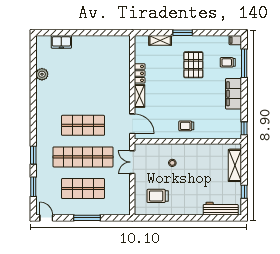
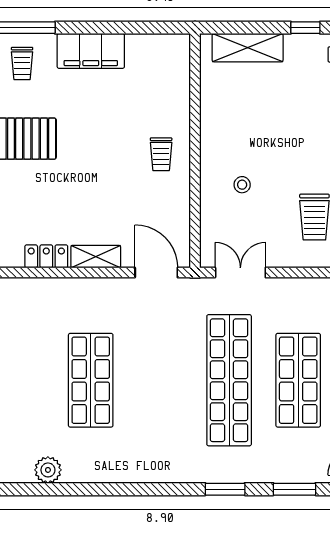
door: (132, 124) -> (156, 272), hinge flipped
shop shelf: (83, 125) -> (91, 380), moved
window: (244, 128) -> (166, 28), removed
double door: (132, 162) -> (240, 272), swing flipped

